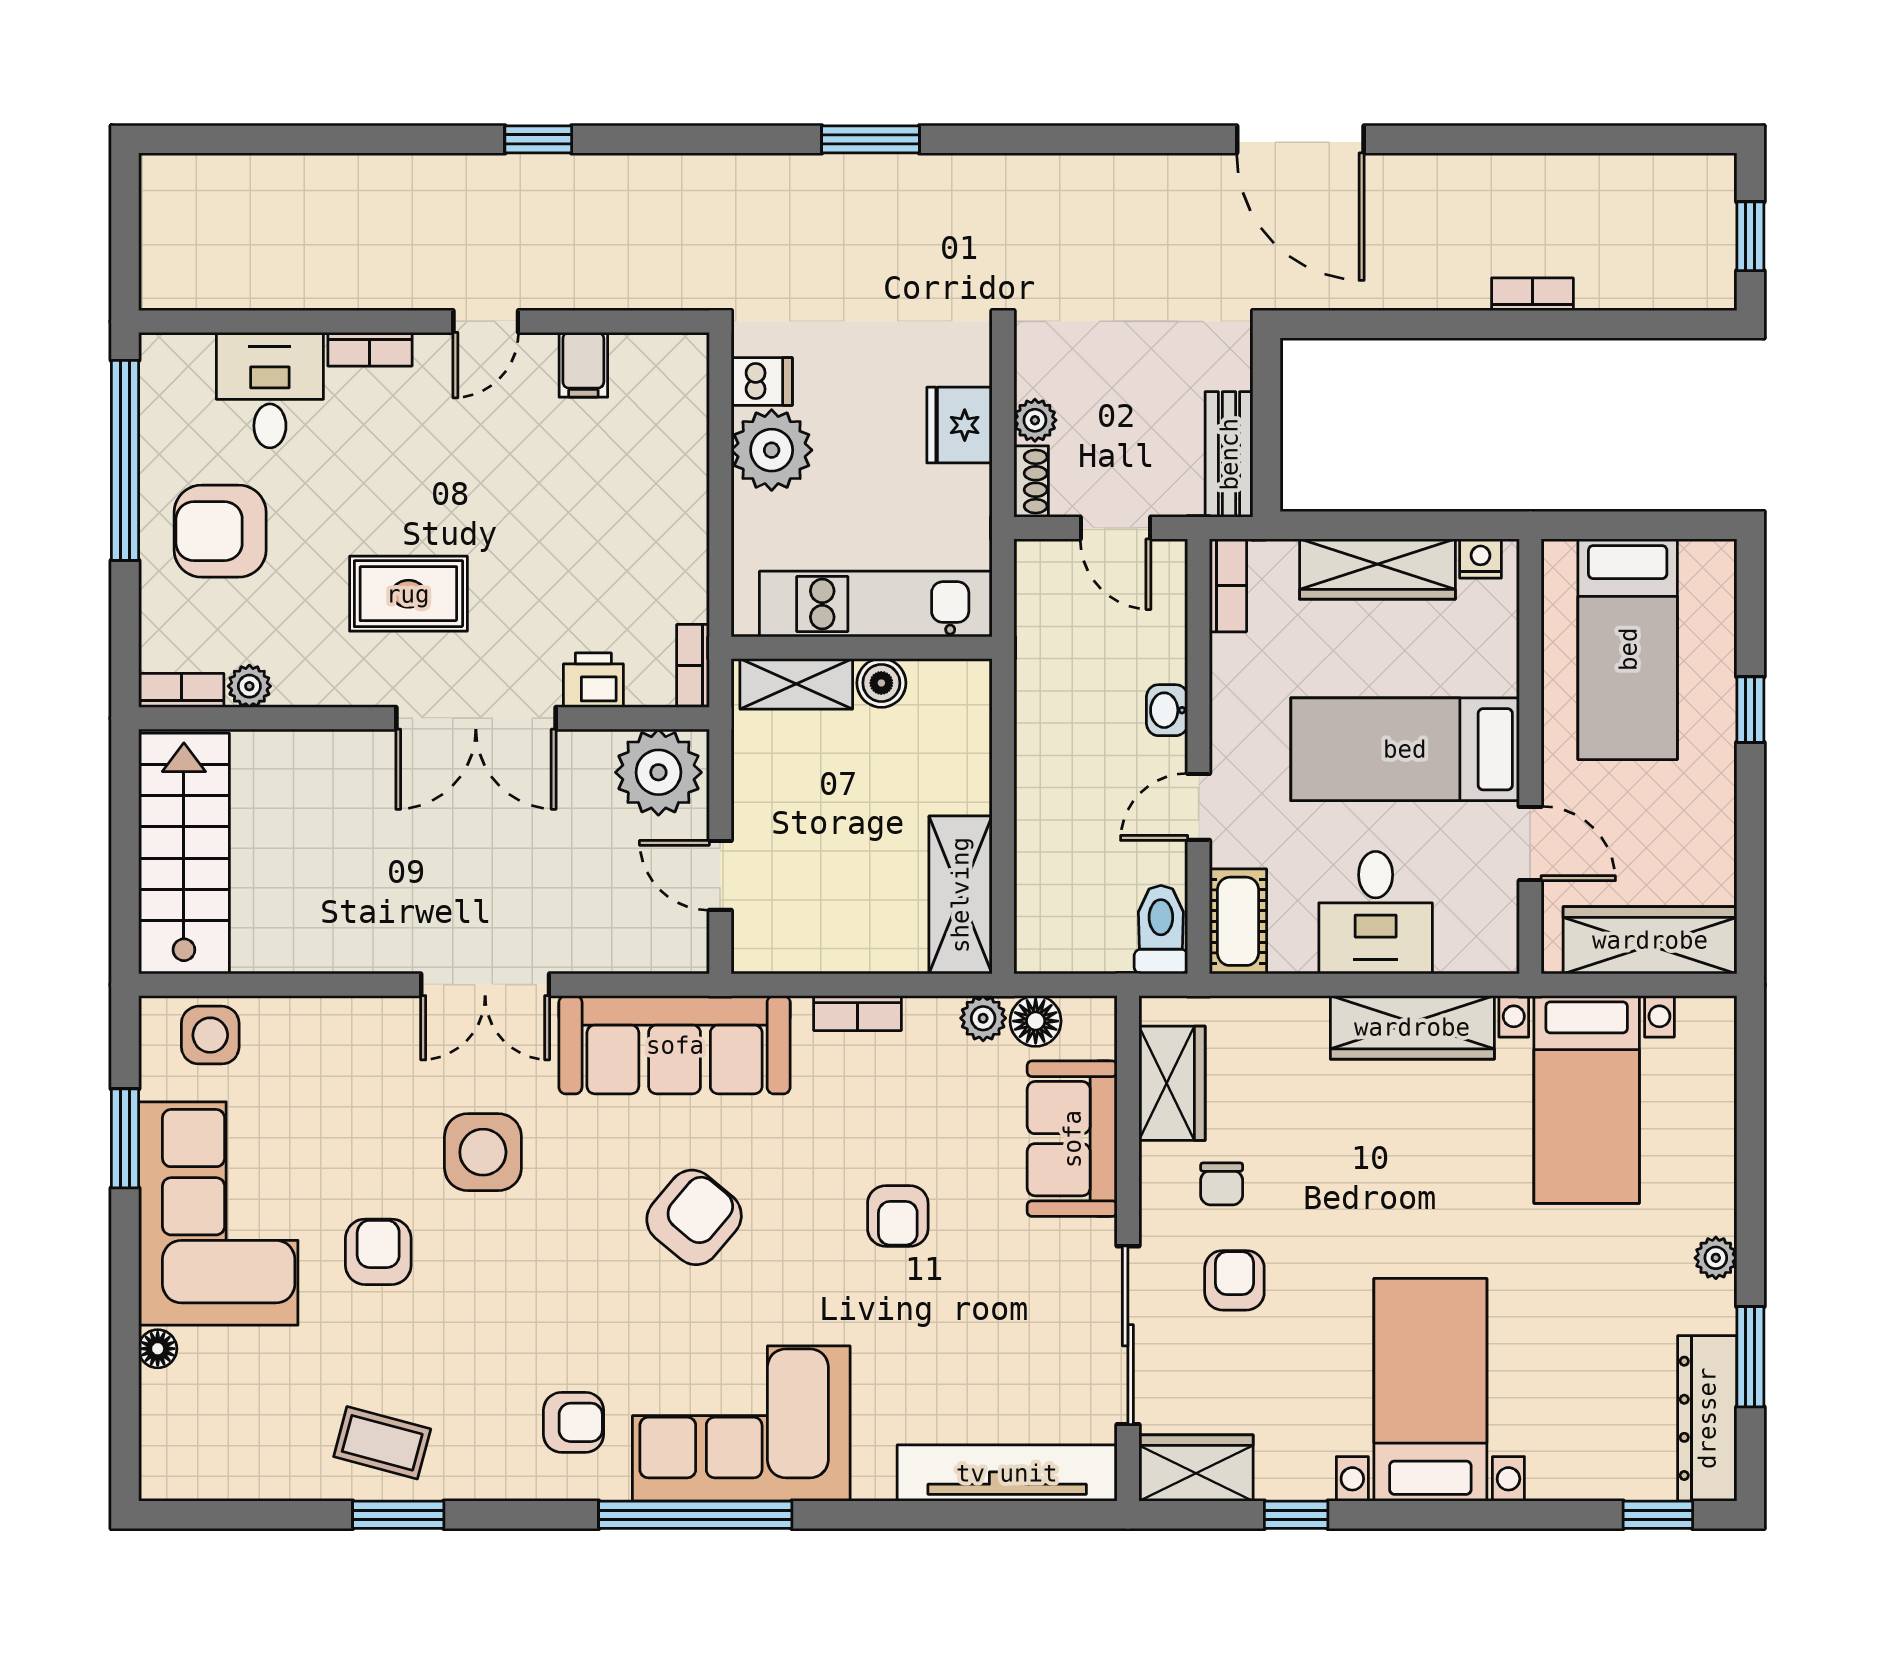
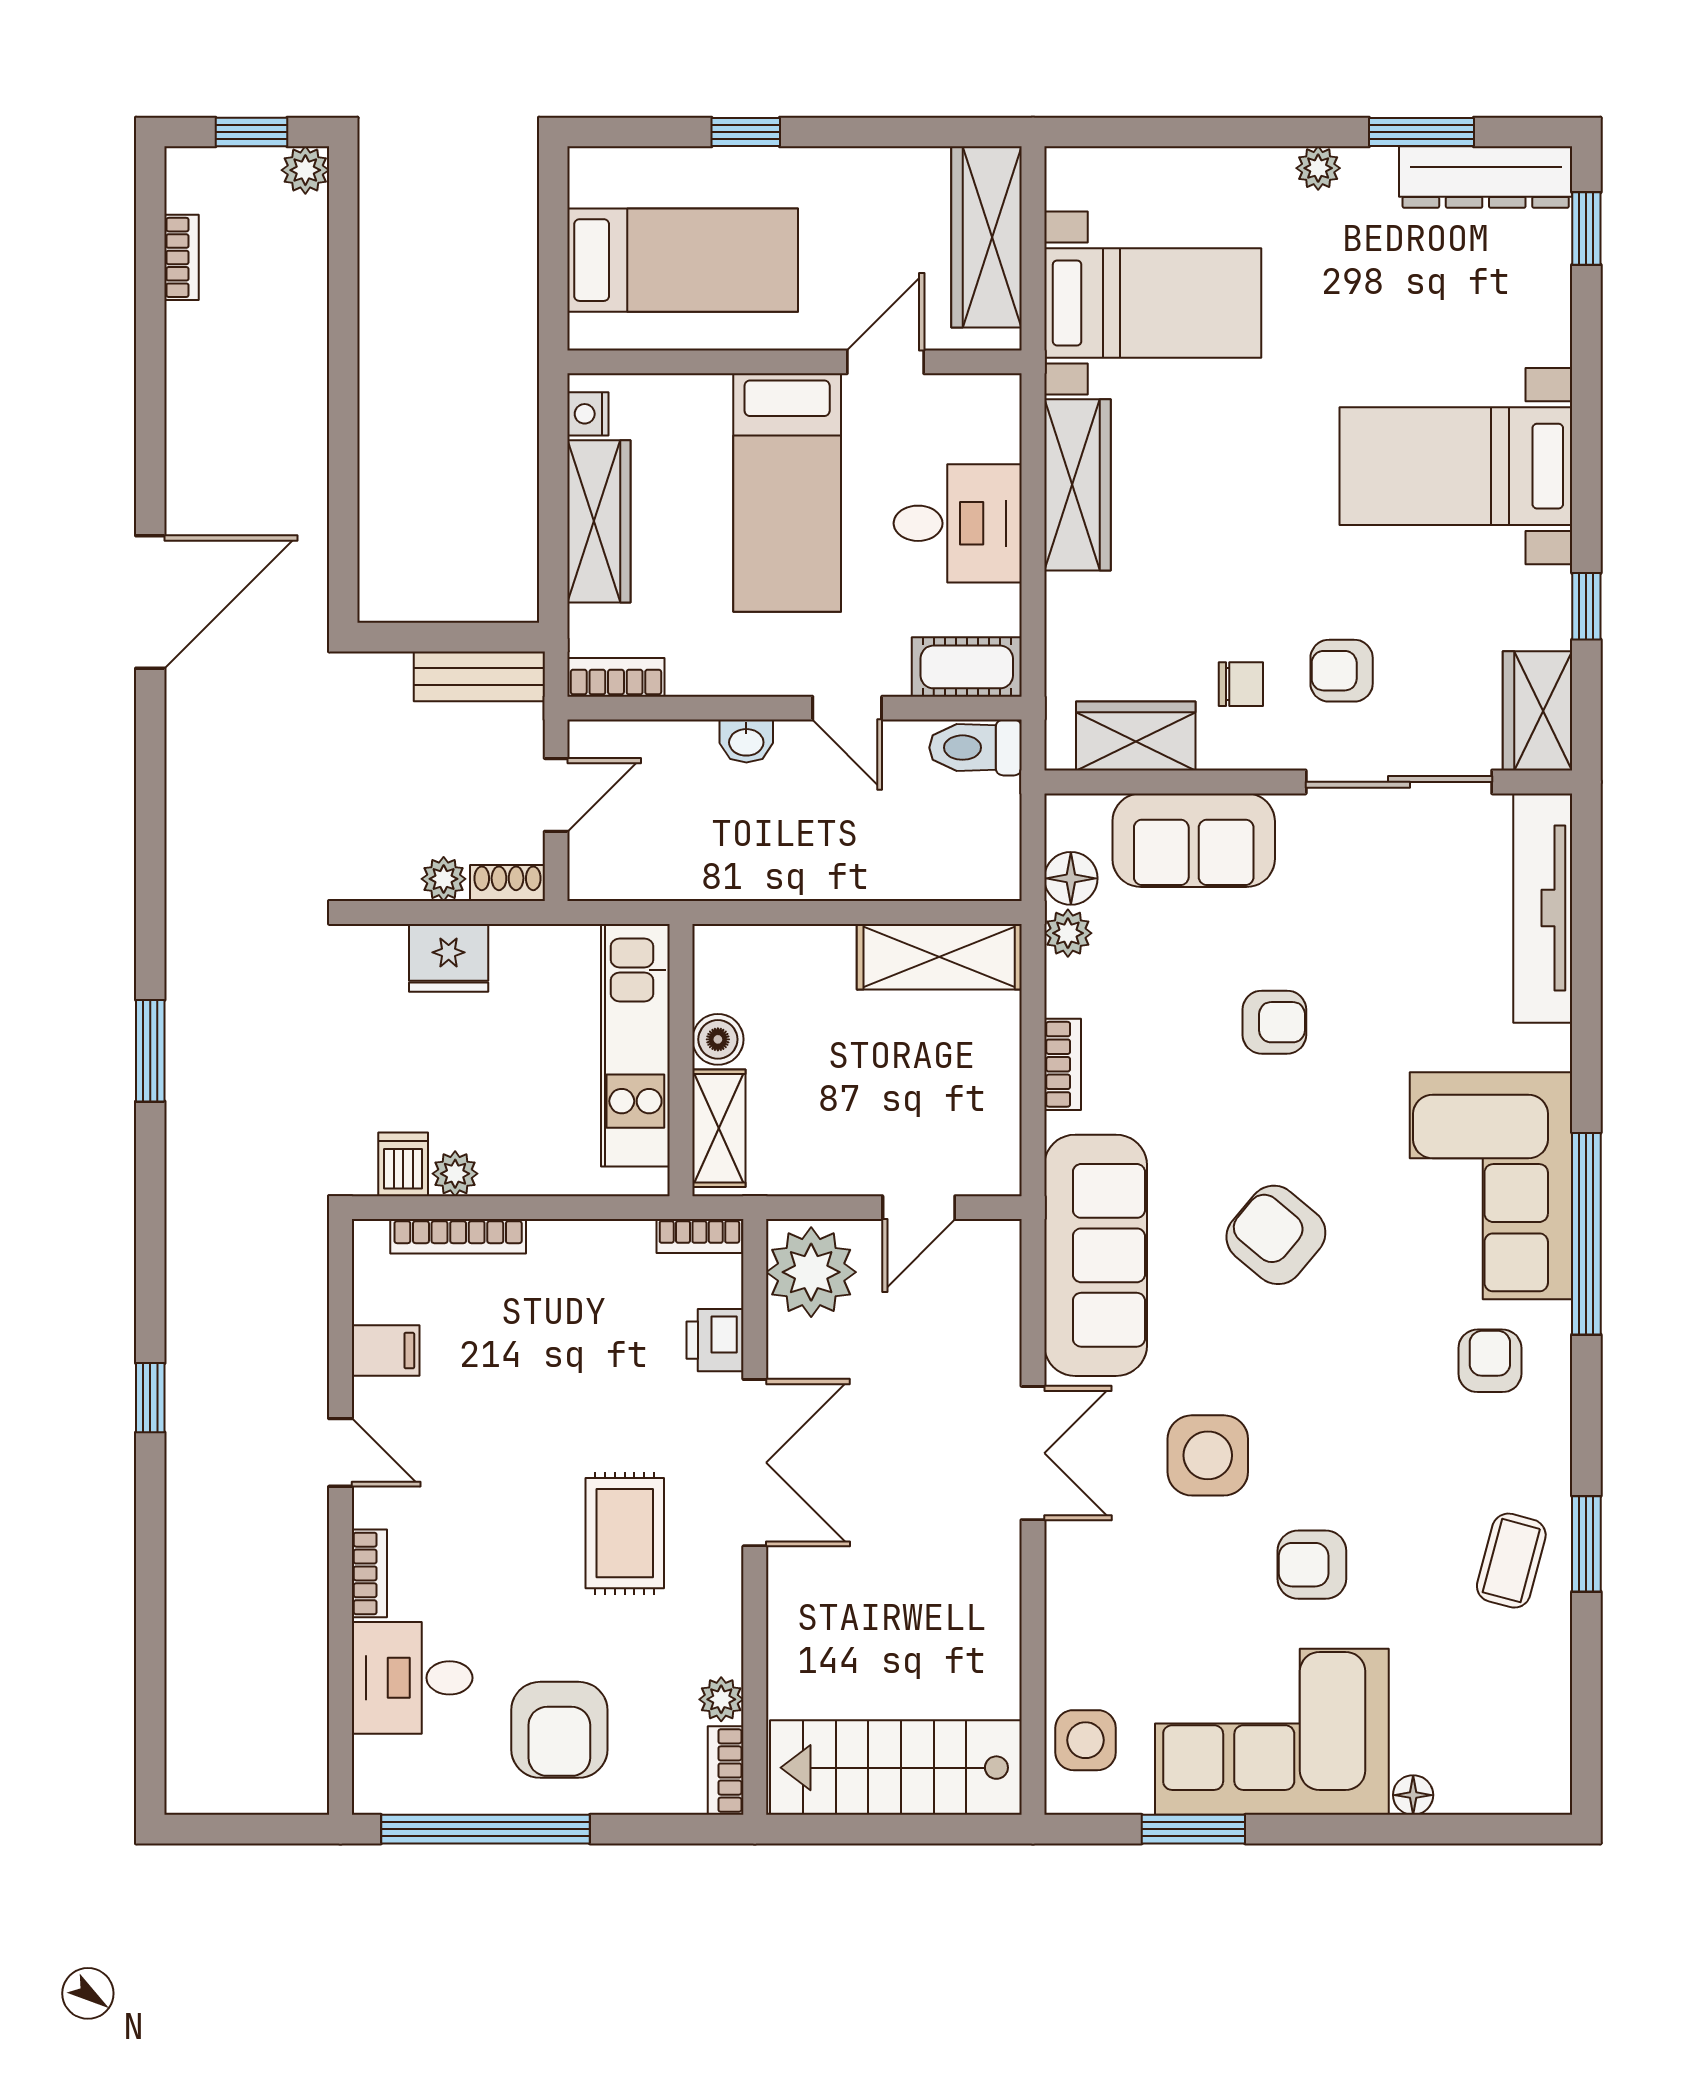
plant: (1714, 288) -> (305, 170), added
bookcase: (1532, 294) -> (182, 257), moved, turned 180
bookcase: (693, 434) -> (458, 1236), added
plant: (772, 450) -> (455, 1174), width x0.53, depth x0.53

